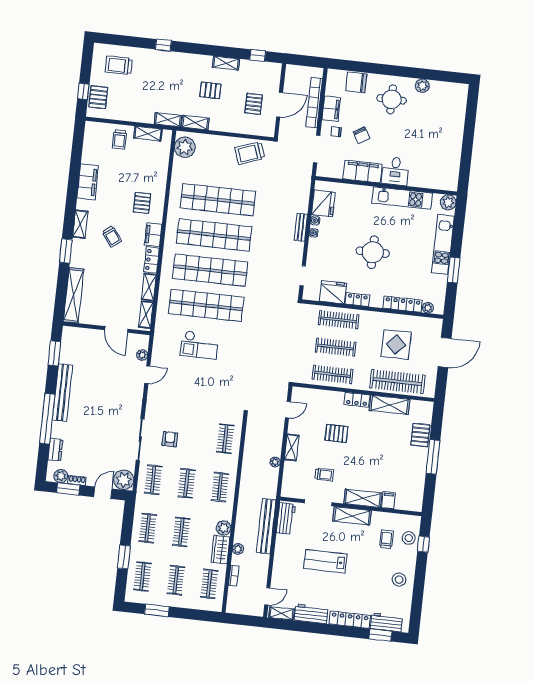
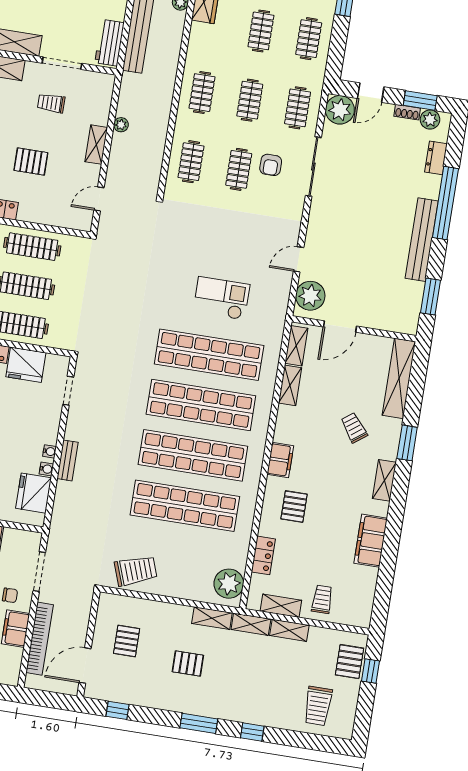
window: (201, 49) -> (199, 723), added
shelving: (226, 63) -> (289, 630), moved
trolley: (119, 65) -> (318, 706), turned 90
door: (280, 105) -> (85, 666), moved
trolley: (112, 236) -> (354, 428), moved
locker: (152, 260) -> (263, 555), moved
door: (116, 329) -> (340, 326), swing flipped
plant: (142, 355) -> (310, 296), width x1.87, depth x1.87
clothes rail: (192, 435) -> (239, 169), added
plant: (224, 528) -> (200, 34), removed

